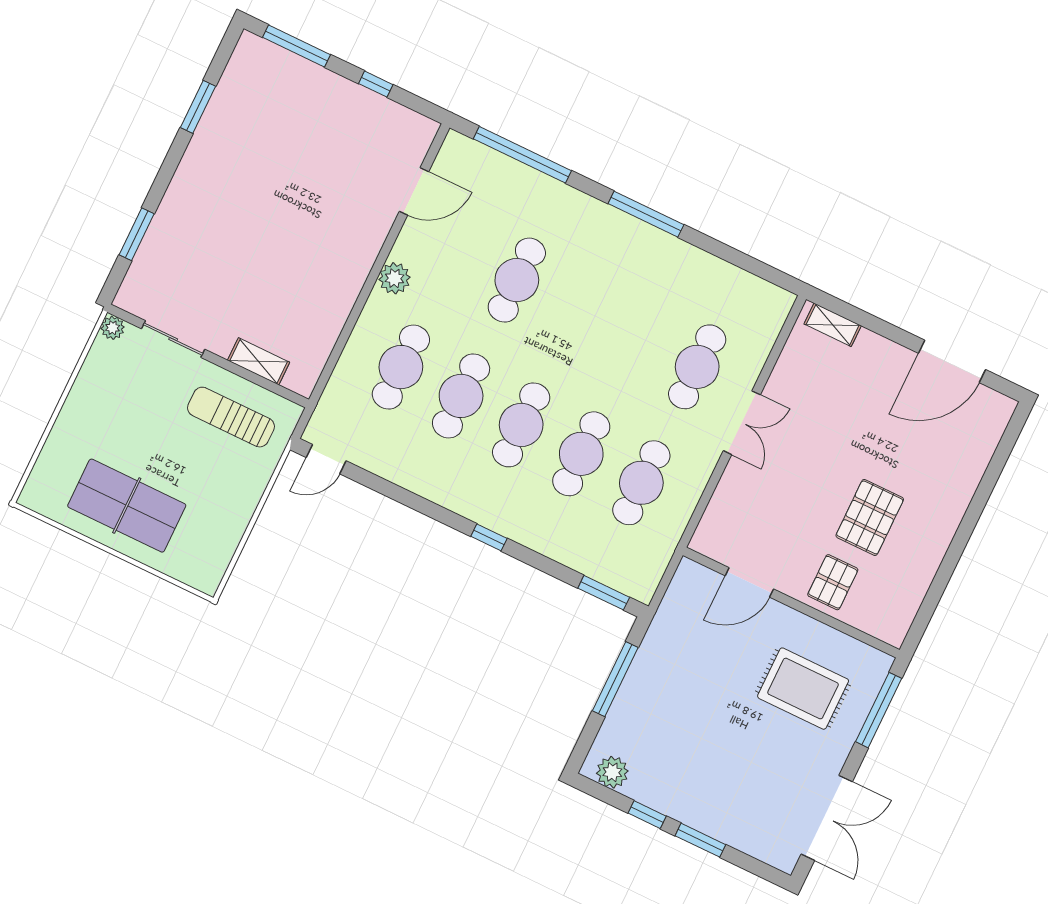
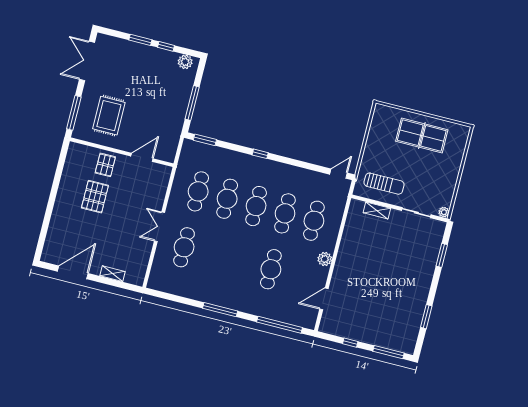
shelving: (833, 325) -> (112, 274), moved
rug: (803, 689) -> (109, 116), turned 90

